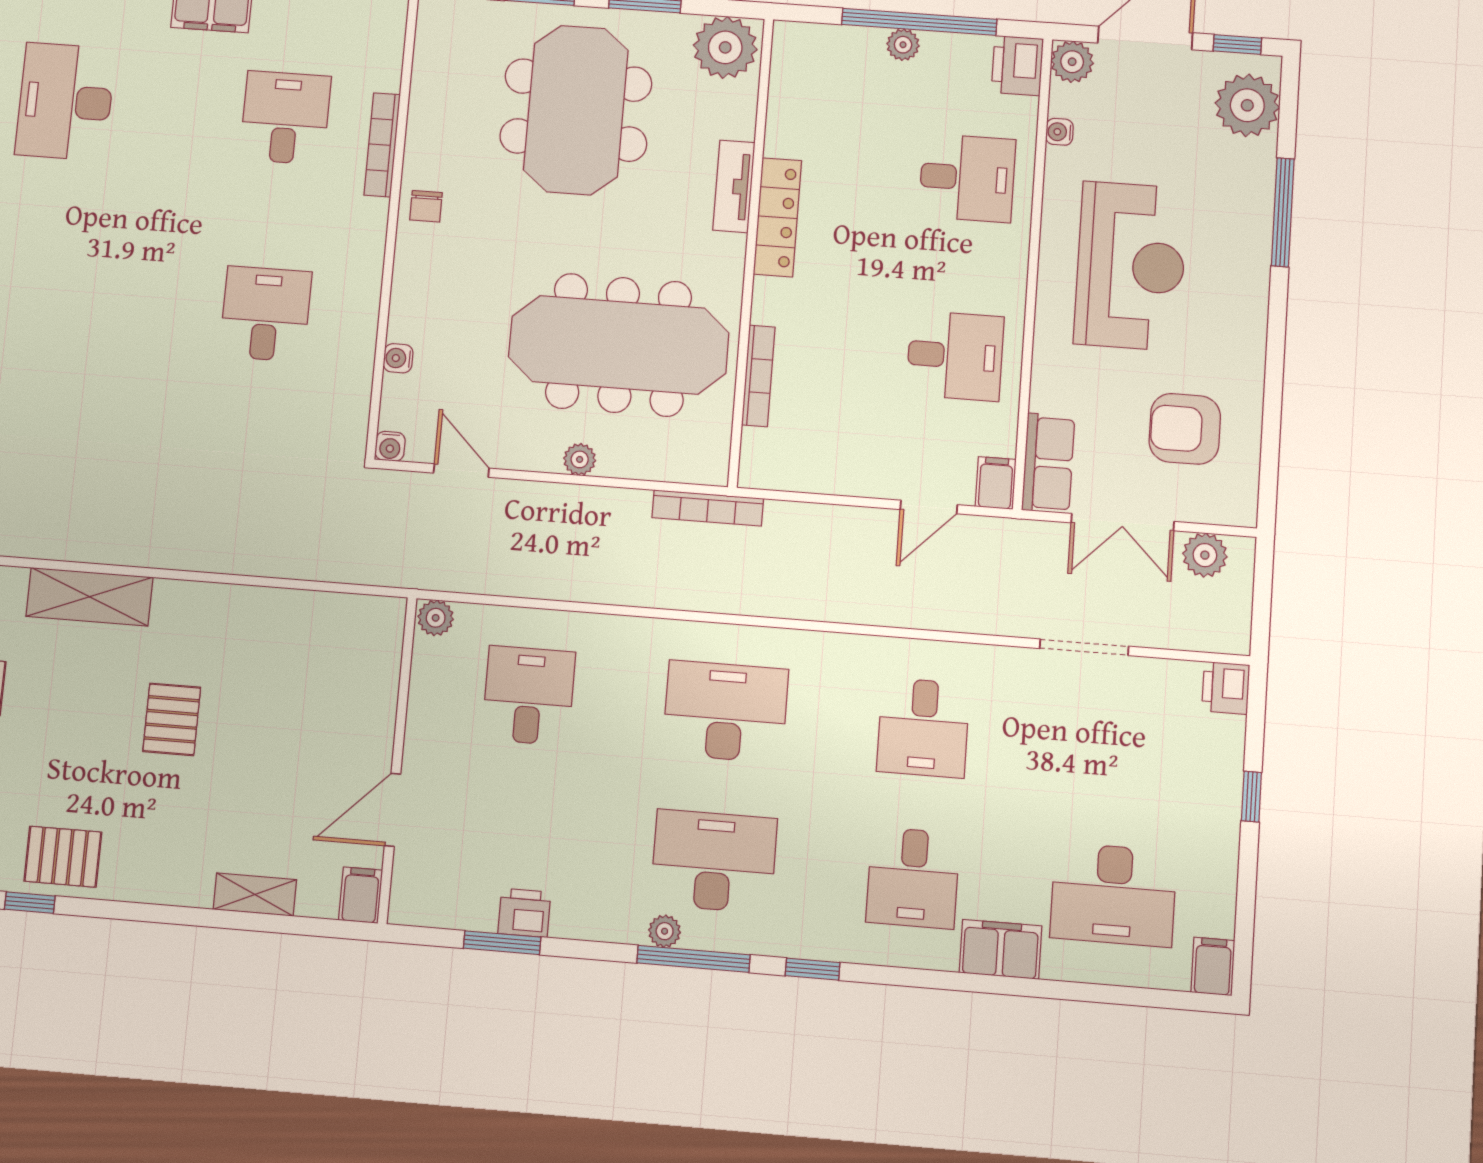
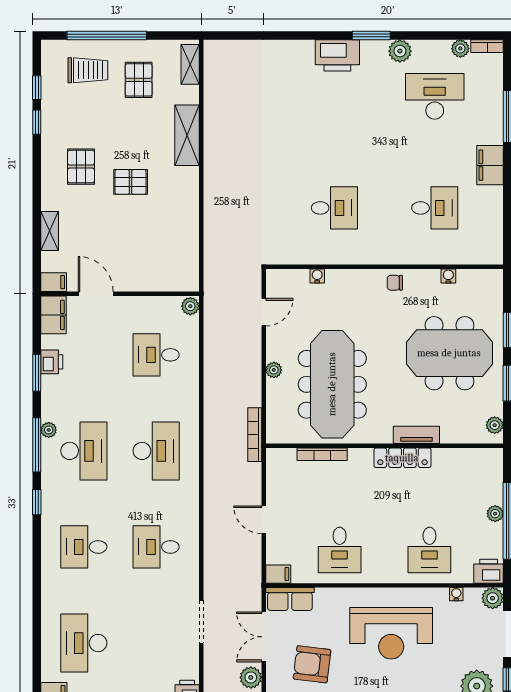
plant: (725, 47) -> (495, 425), width x0.53, depth x0.53
bookcase: (382, 145) -> (424, 258), removed
armchair: (1185, 429) -> (312, 664), turned -83
water cooler: (390, 446) -> (448, 276), moved, turned 90
door: (929, 507) -> (264, 520), moved
desk: (529, 696) -> (156, 355), turned 180
pallet: (63, 857) -> (81, 167), moved
window: (502, 943) -> (37, 373), moved
filing cabinet: (1000, 949) -> (54, 315), moved

